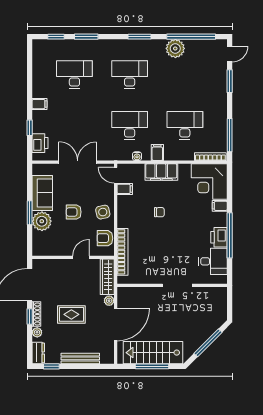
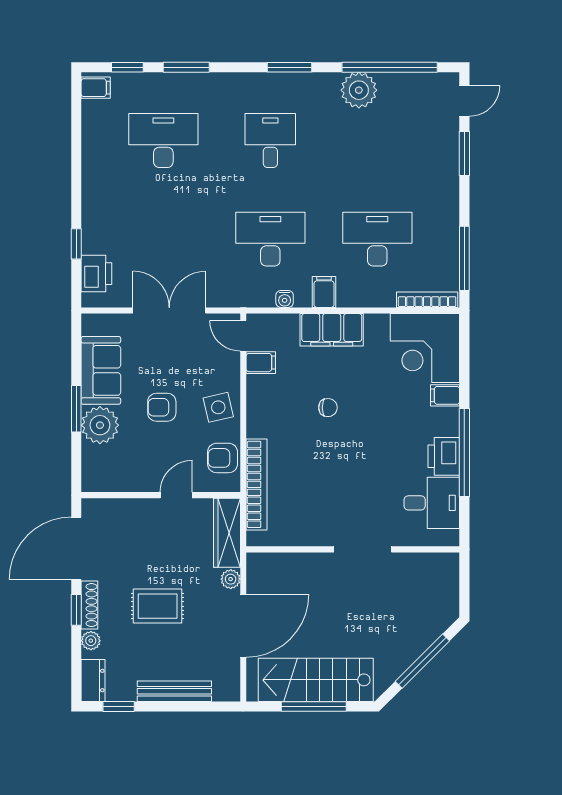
desk: (130, 74) -> (270, 141), width x0.73
filing cabinet: (40, 104) -> (96, 88), moved

